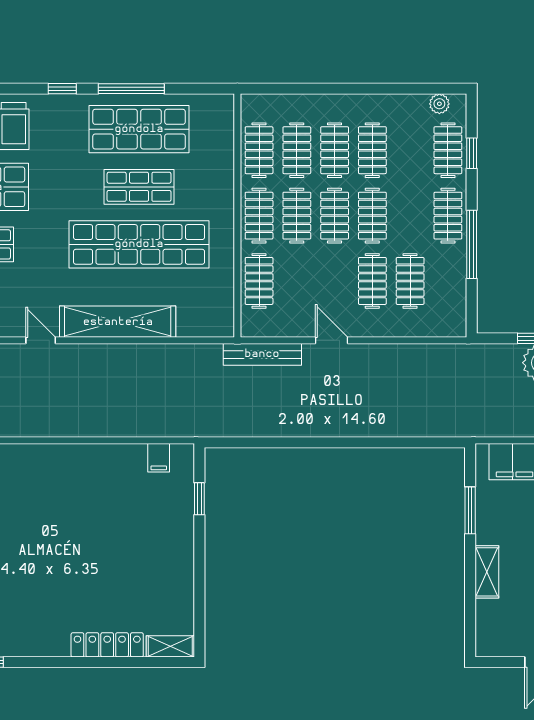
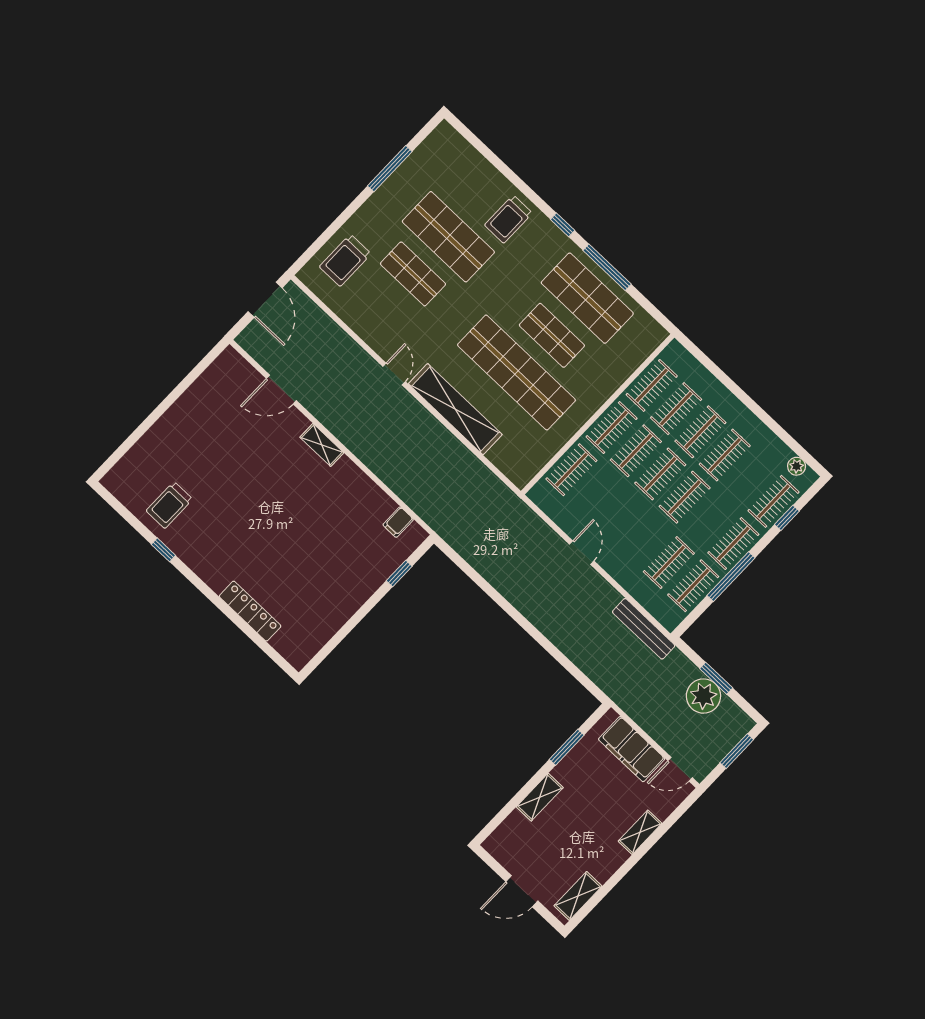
clothes rail: (372, 281) -> (693, 586), moved
bench: (262, 354) -> (644, 629), moved
shelving: (170, 646) -> (322, 445), moved

